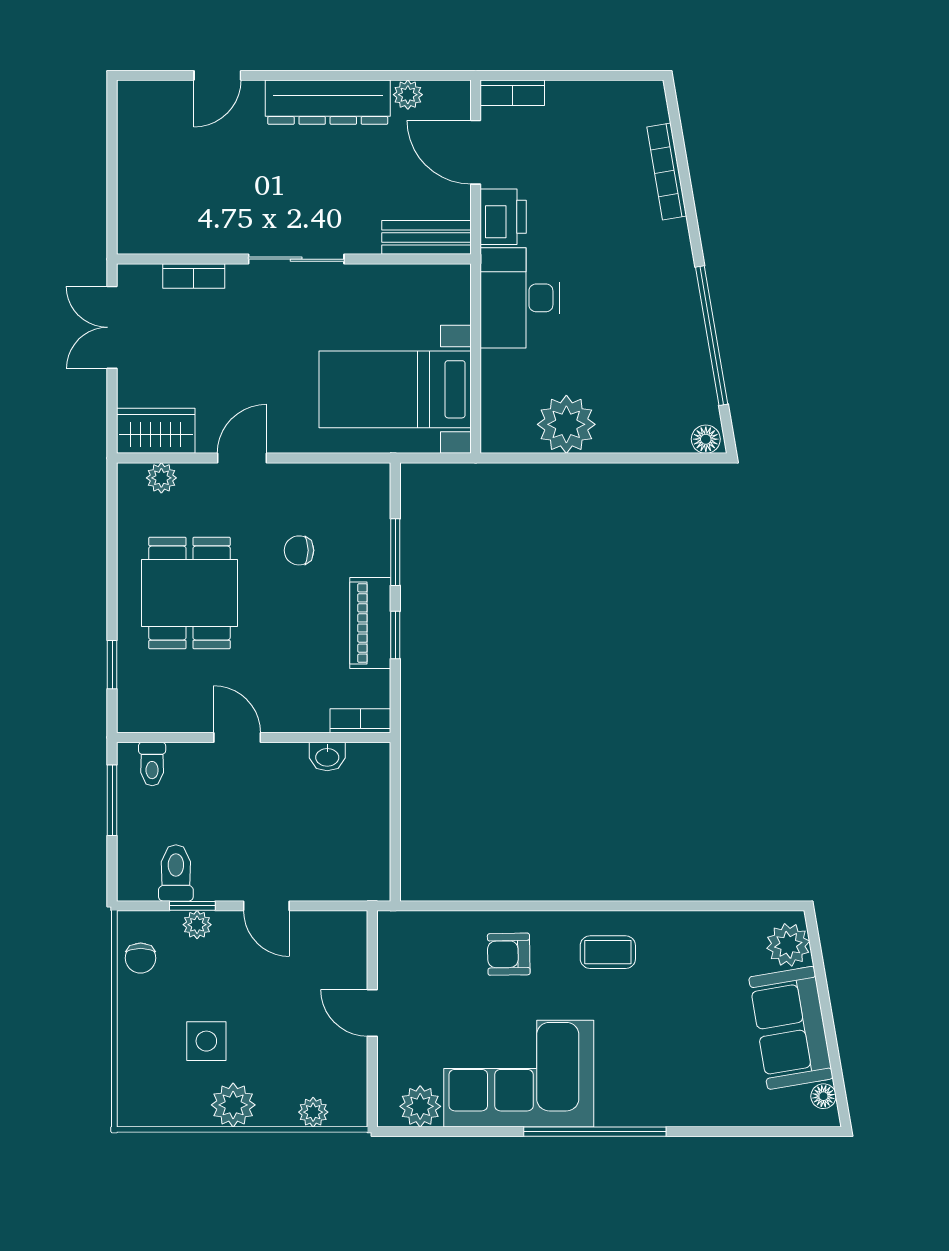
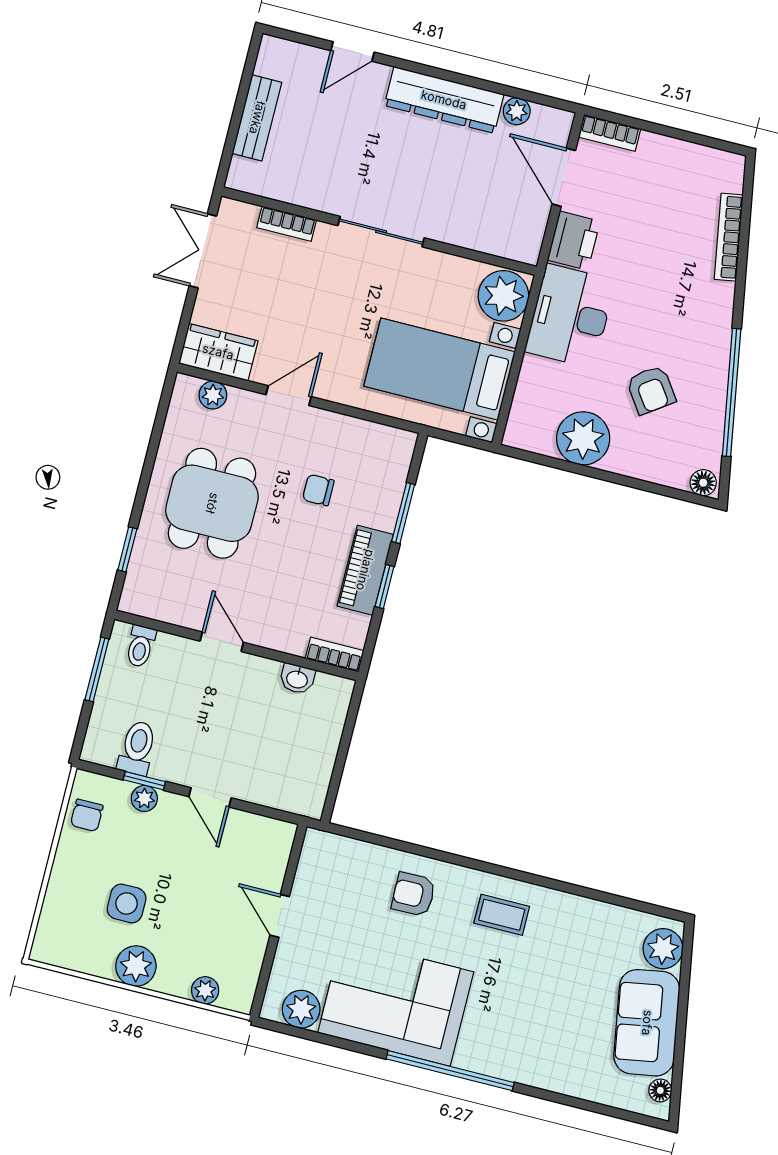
bench: (426, 237) -> (257, 118), moved, turned 90
plant: (443, 294) -> (503, 296), added
armchair: (625, 355) -> (651, 390), added

